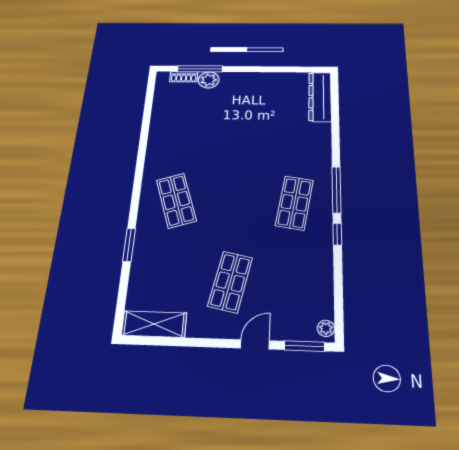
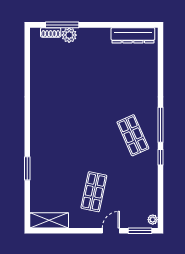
dresser: (320, 97) -> (133, 35), moved, turned -90
shop shelf: (176, 200) -> (55, 135), removed
shop shelf: (294, 203) -> (133, 135), turned -33

